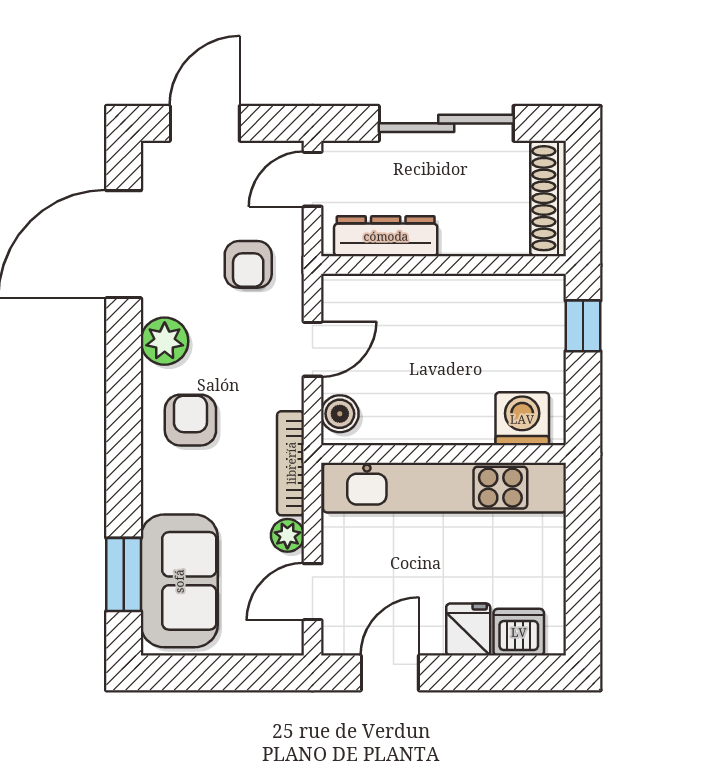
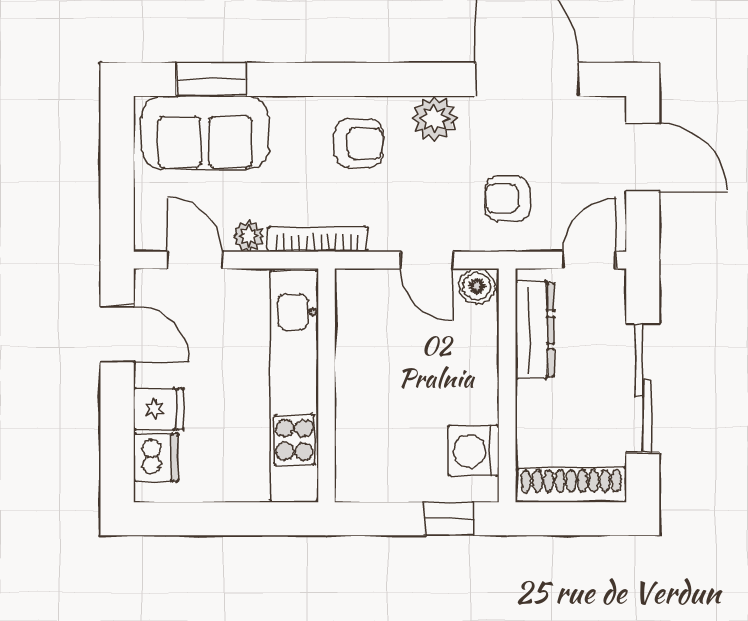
door: (313, 179) -> (589, 260), hinge flipped
boiler: (340, 414) -> (477, 286), moved
washing machine: (522, 419) -> (474, 451), moved, turned 180

